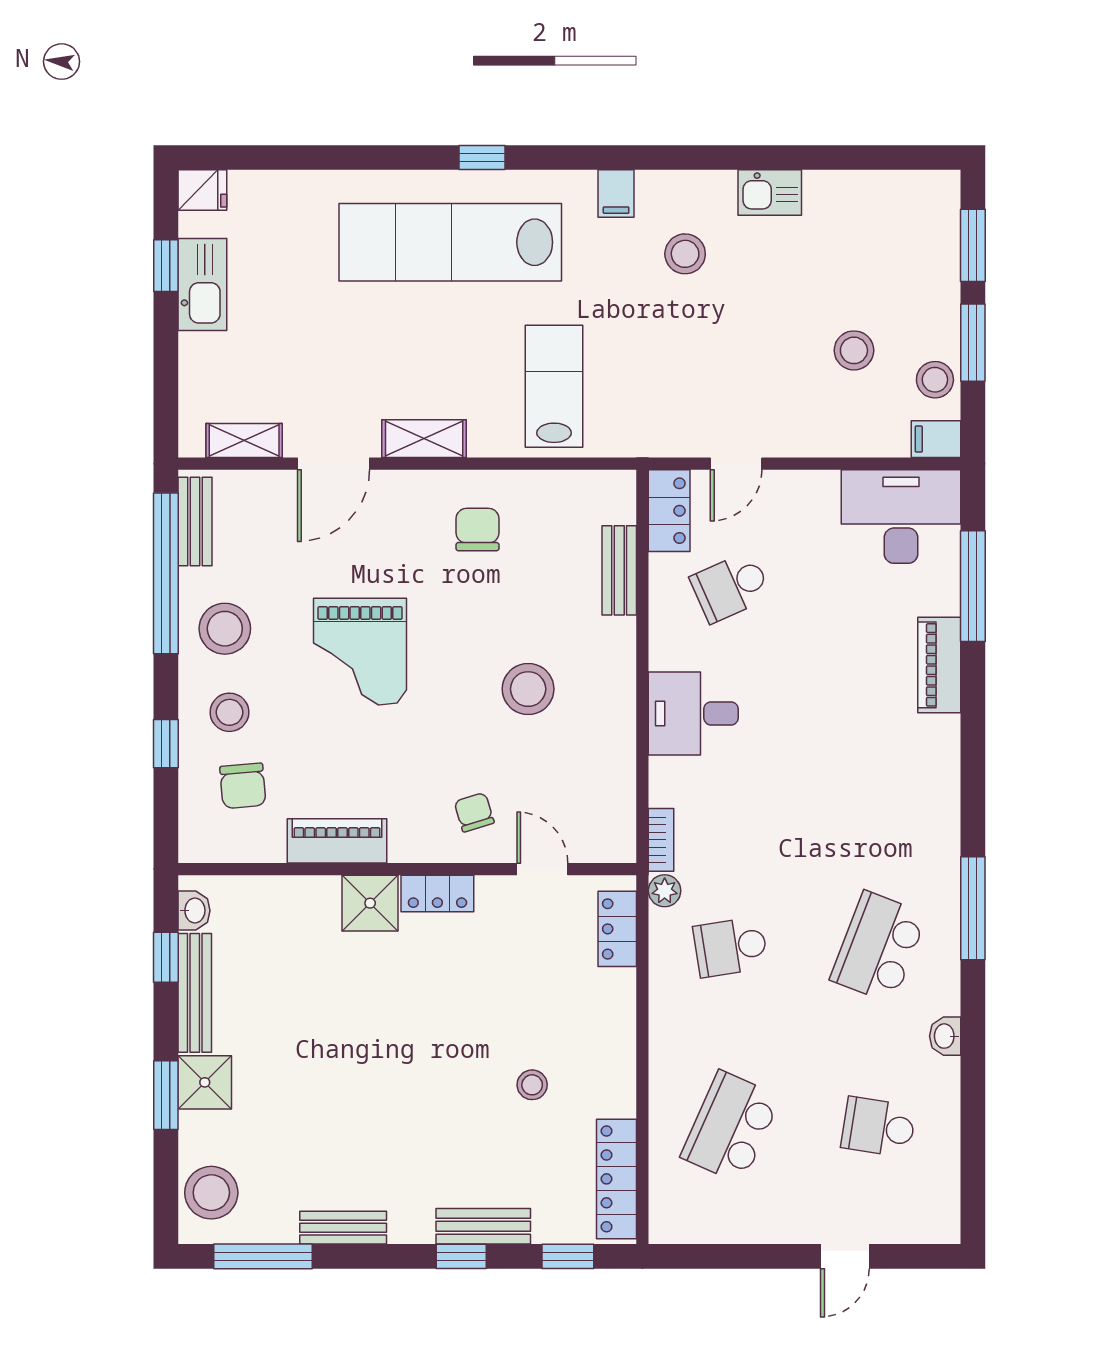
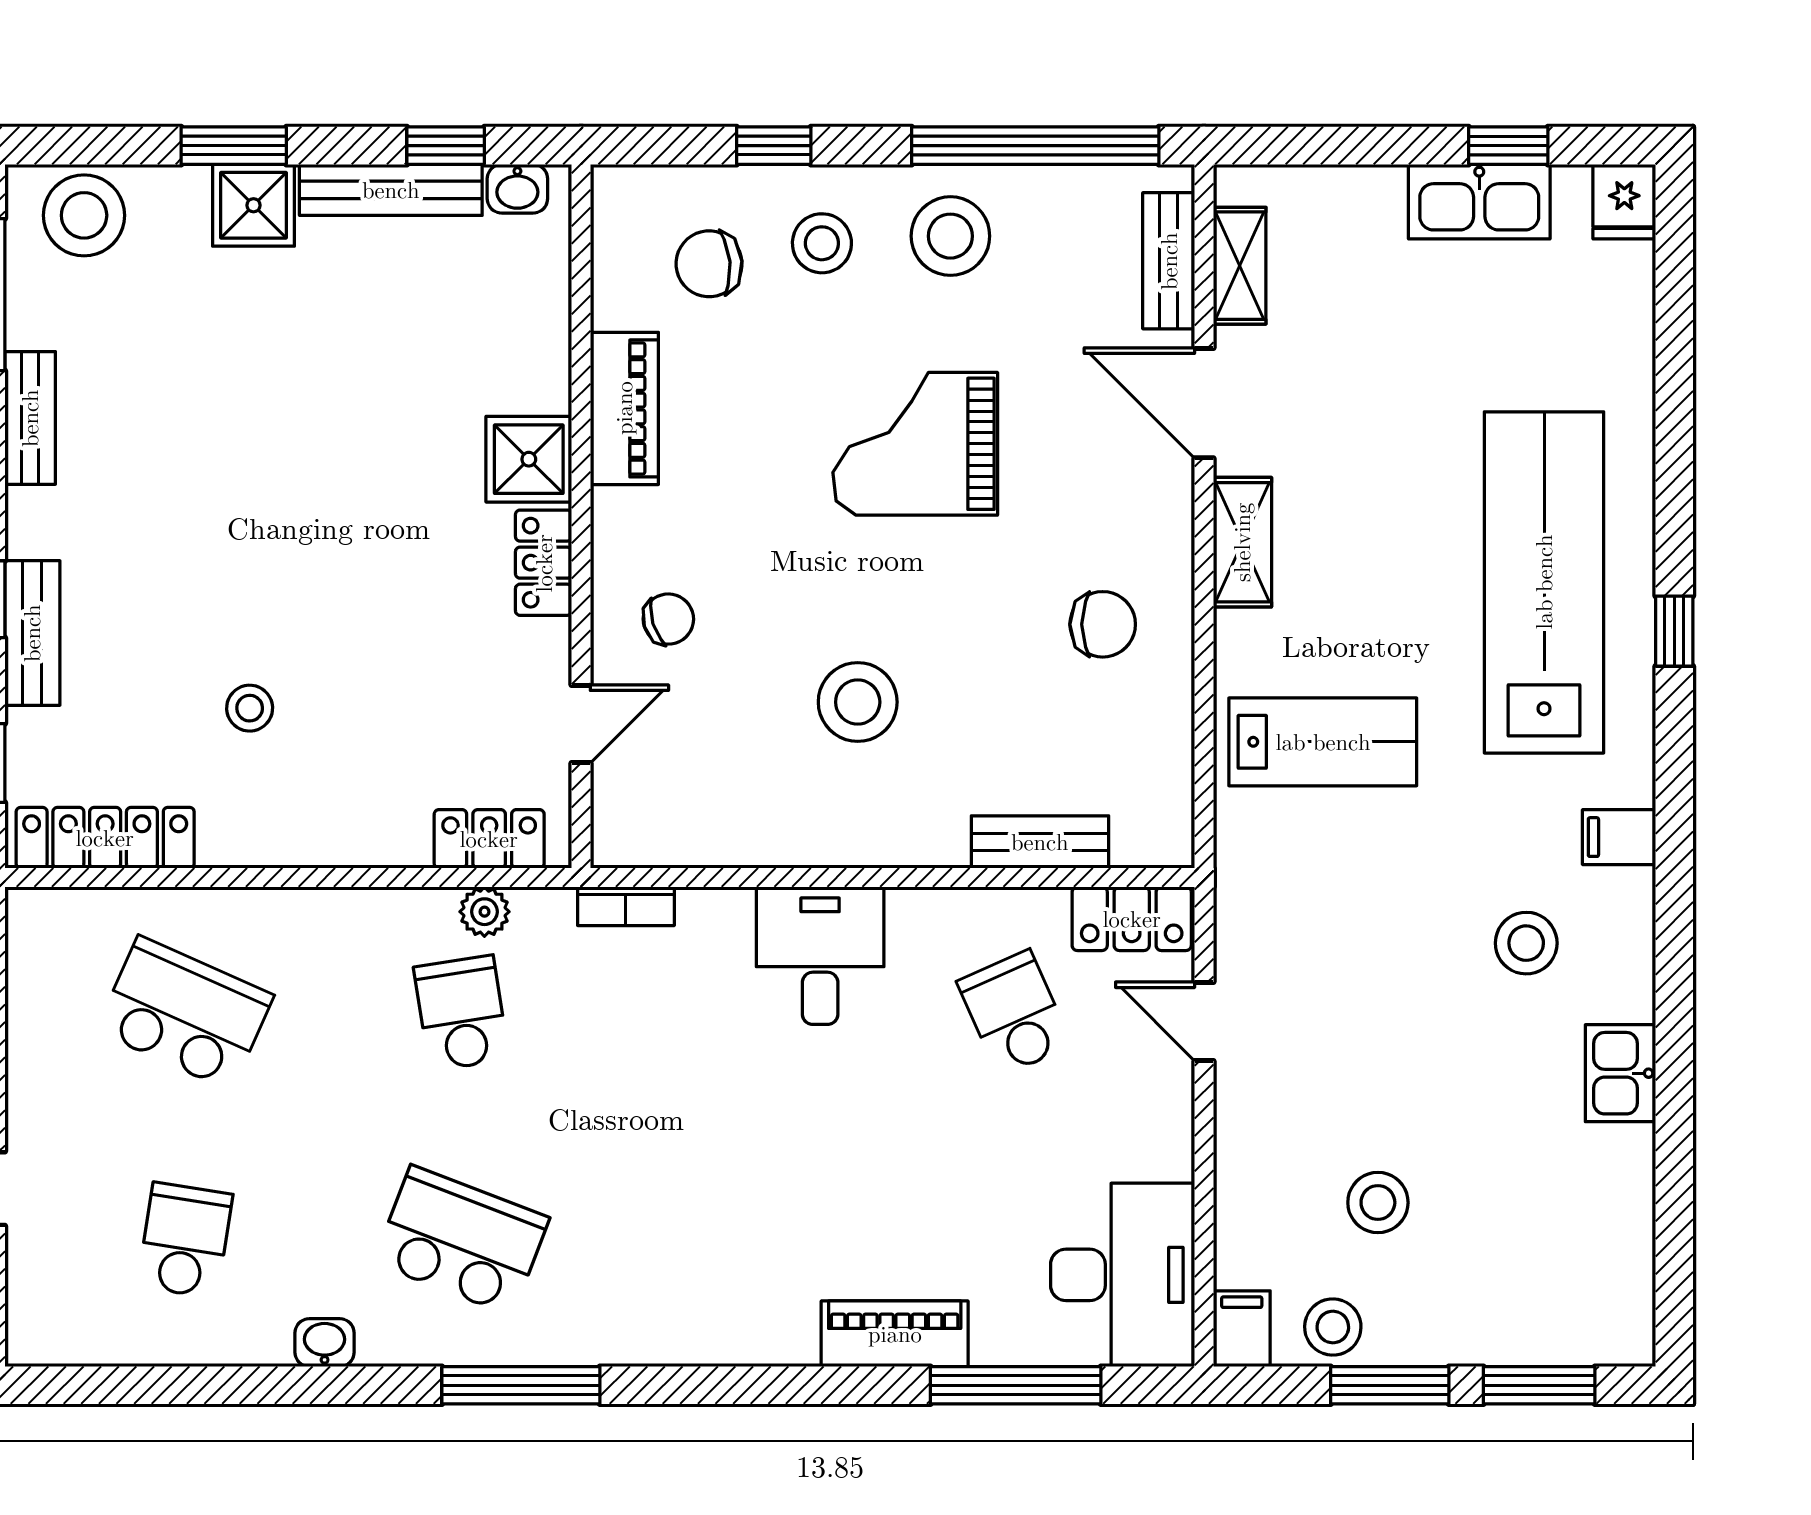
bench: (195, 521) -> (1169, 261), moved, turned 90
plant: (665, 891) -> (484, 912), moved

